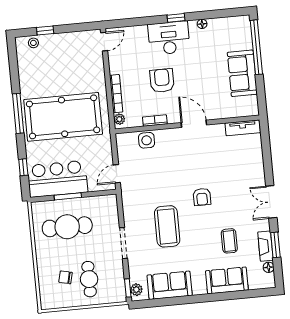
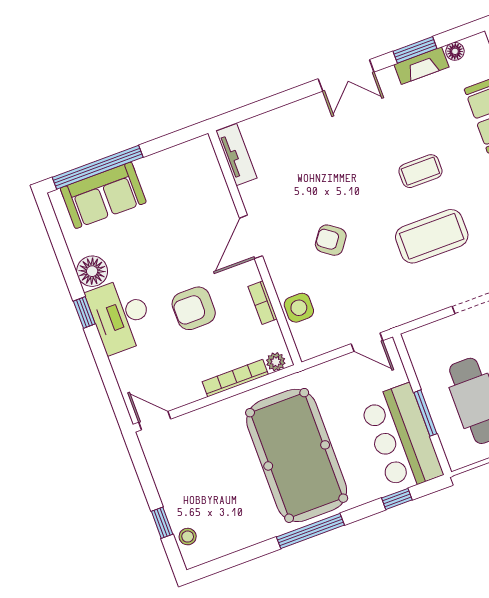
floor lamp: (202, 24) -> (92, 271), width x1.89, depth x1.89
sofa: (242, 73) -> (103, 195), moved
armchair: (202, 197) -> (331, 240), moved, turned -144
coffee table: (229, 241) -> (420, 171), moved

